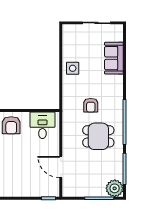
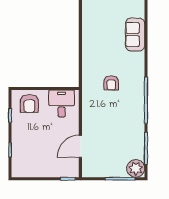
side table: (73, 68) -> (93, 45), removed
dining table: (98, 136) -> (119, 115), removed
door: (61, 167) -> (80, 146), hinge flipped

